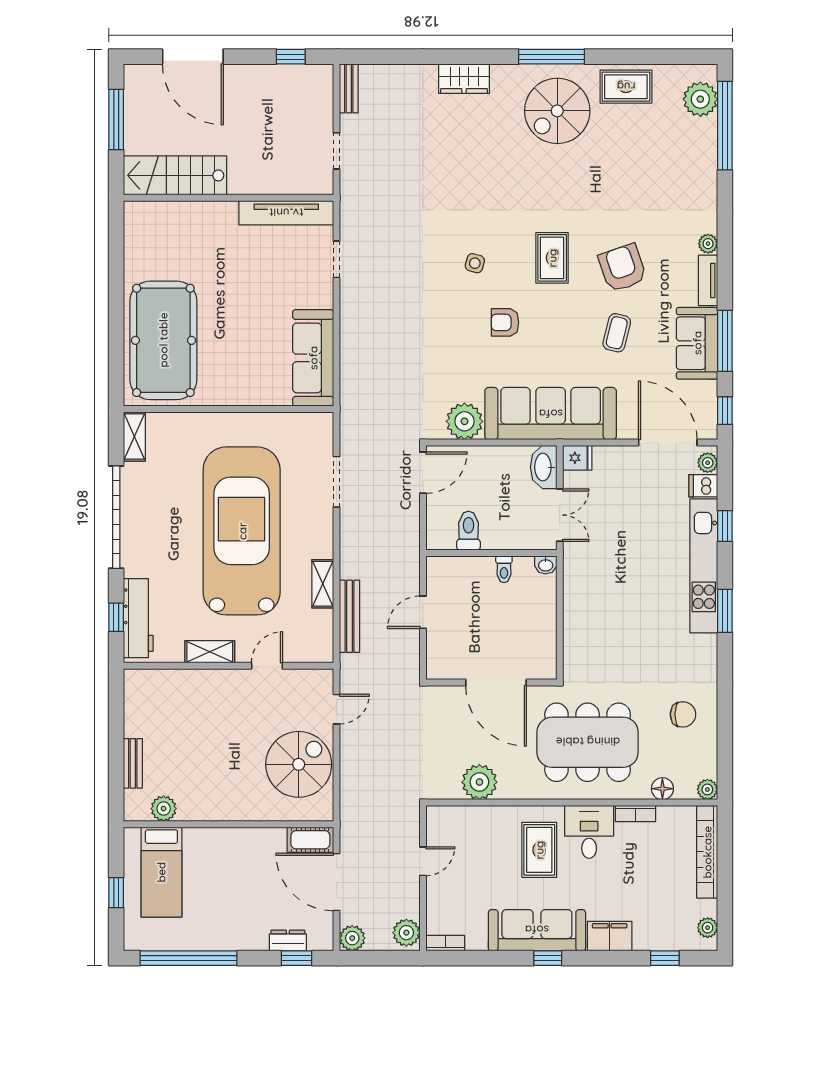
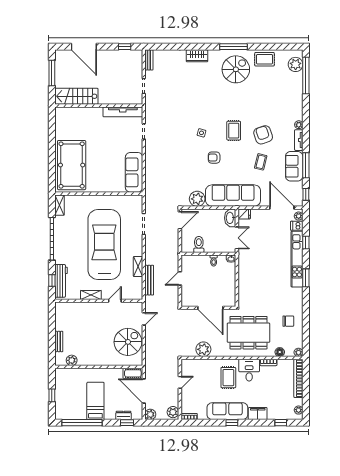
spiral stairs: (557, 111) -> (236, 69), turned 180
bed: (161, 872) -> (95, 401), moved, turned 180

